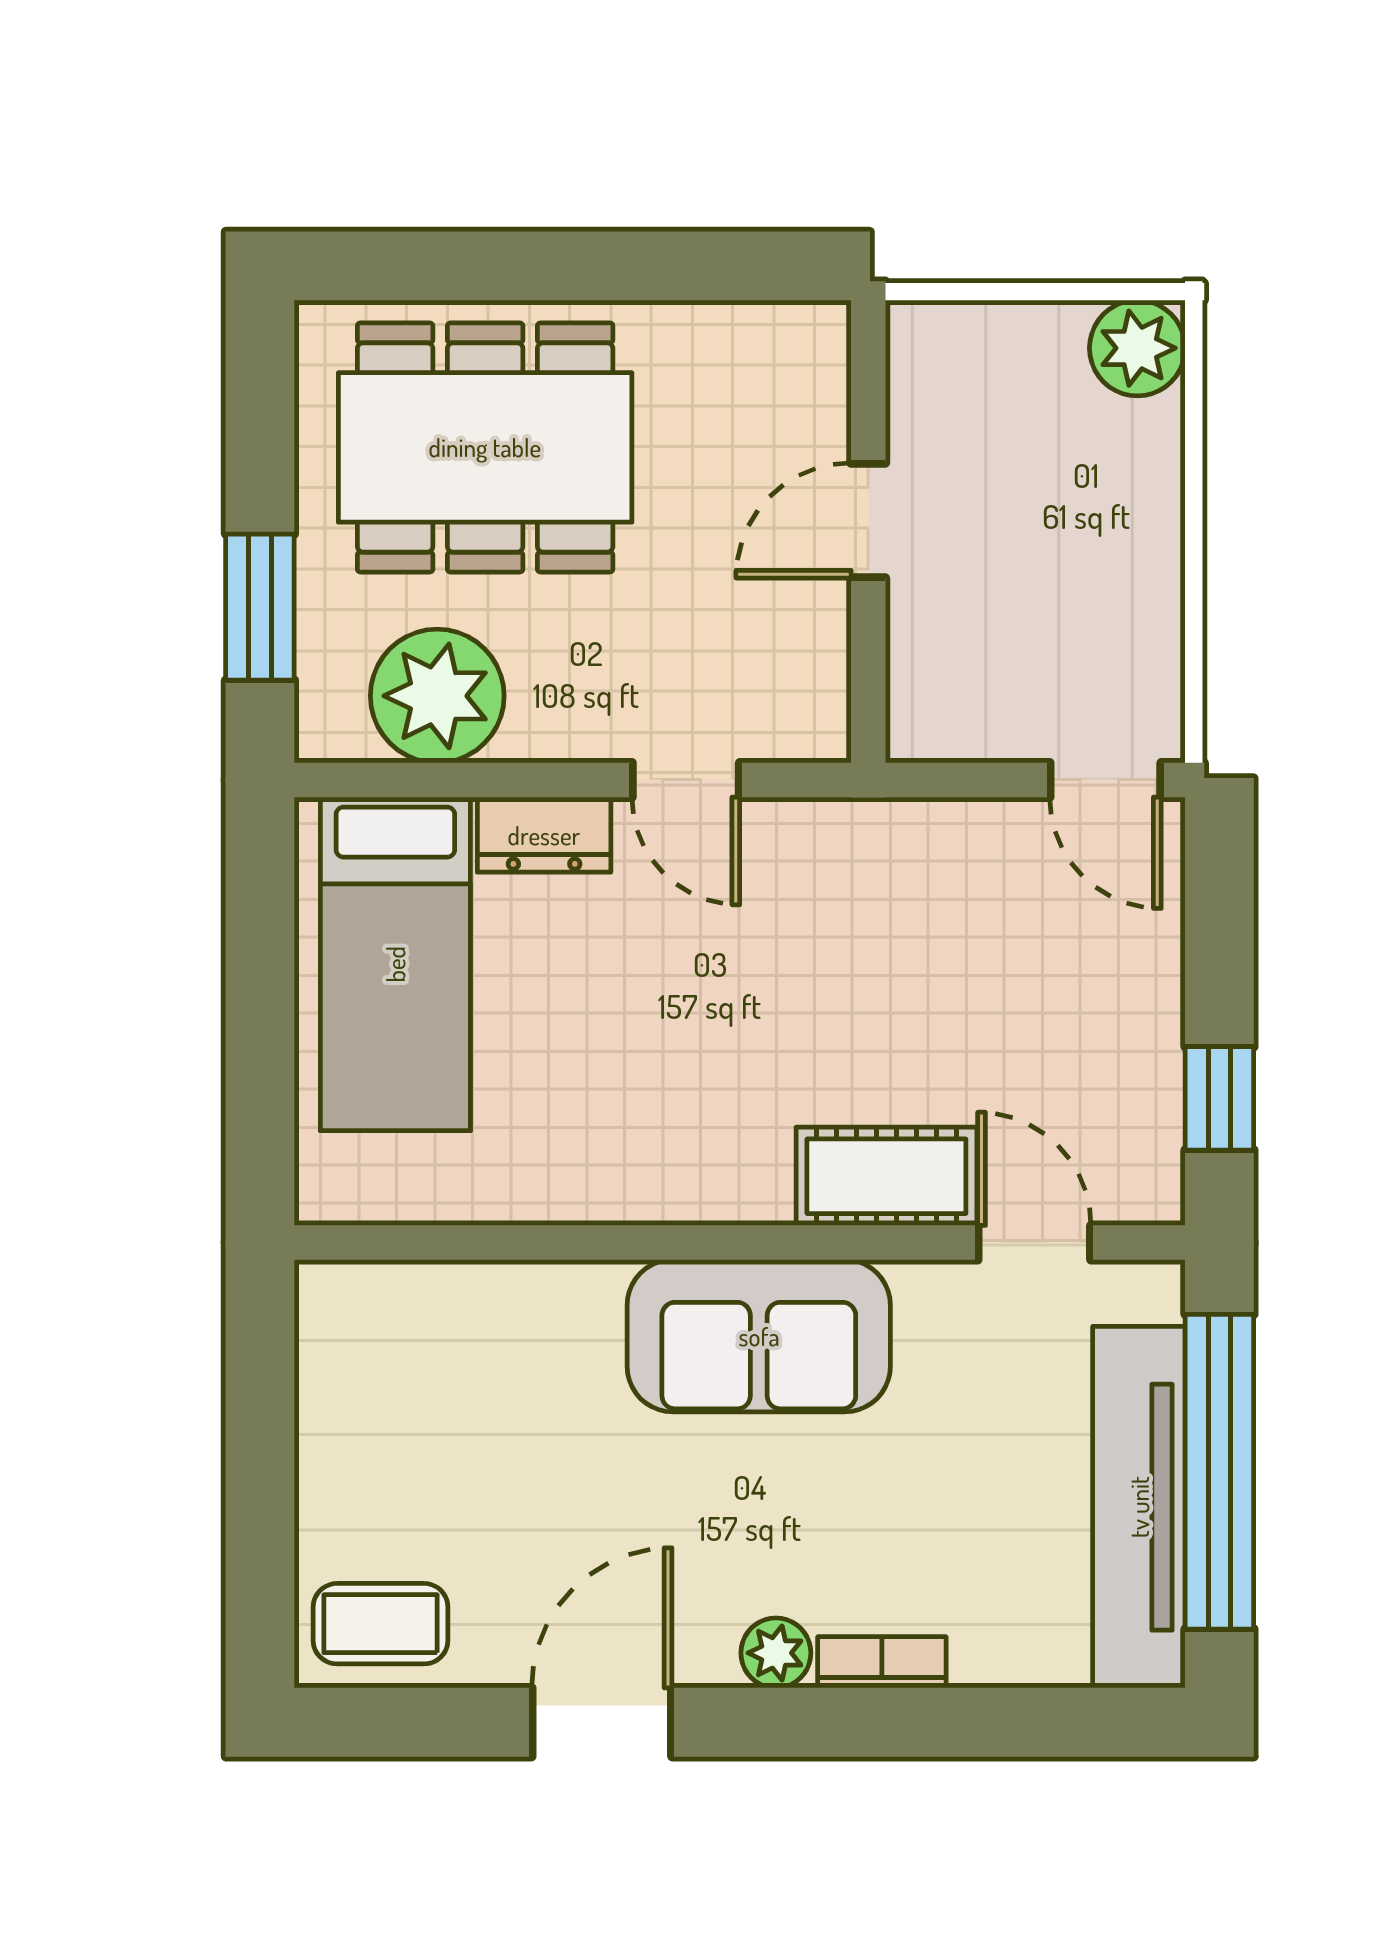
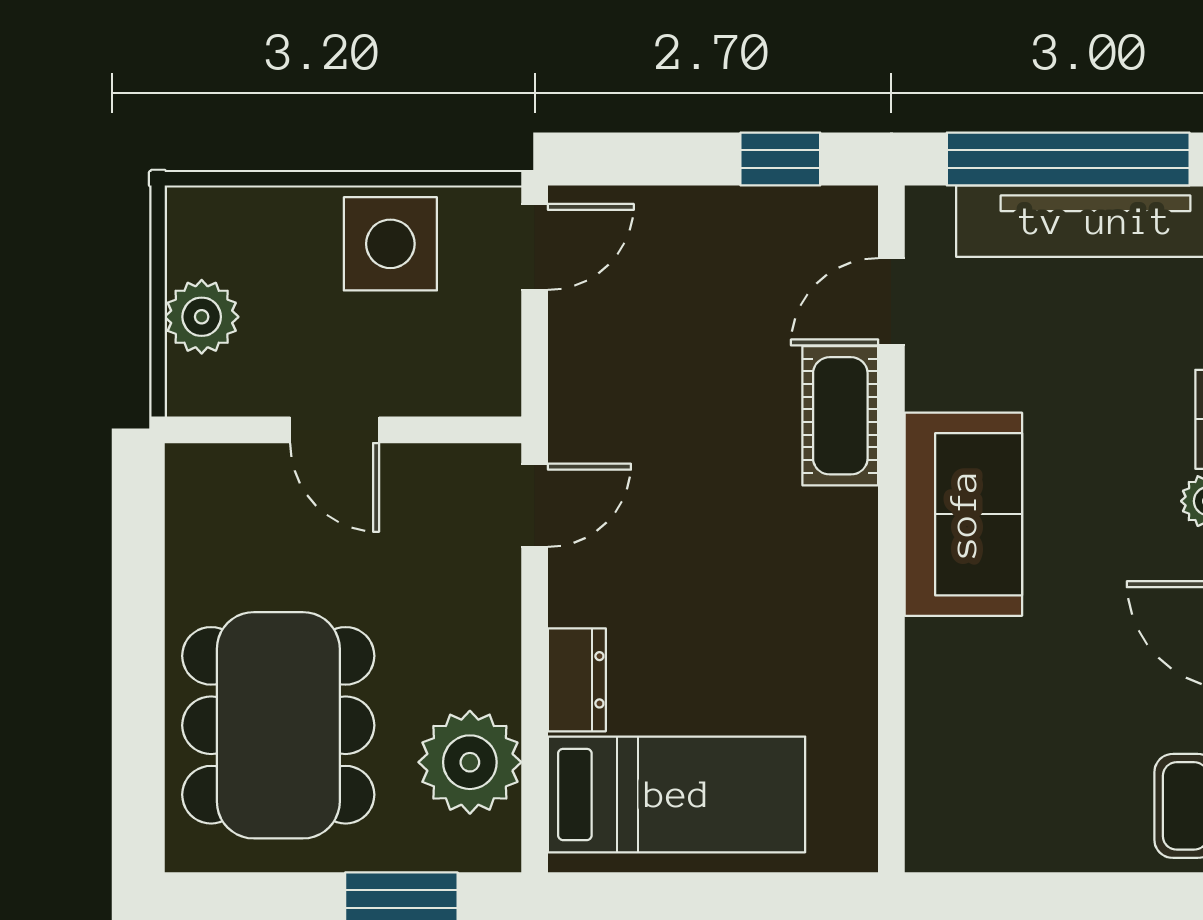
plant: (1137, 348) -> (202, 317), moved
side table: (1109, 593) -> (390, 244), added
door: (686, 780) -> (535, 505), moved

